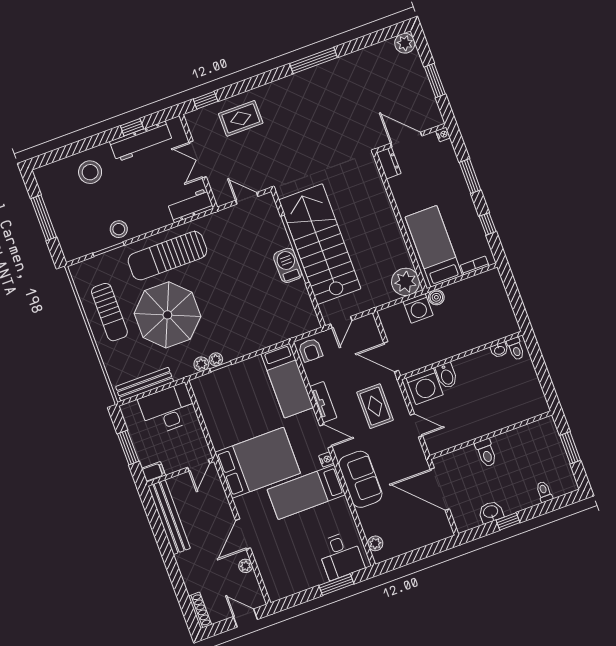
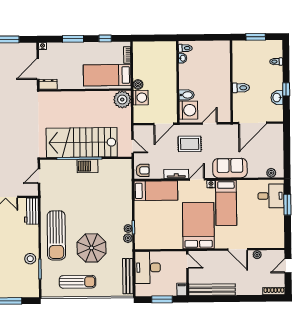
parasol: (167, 315) -> (91, 248), width x0.73, depth x0.73

